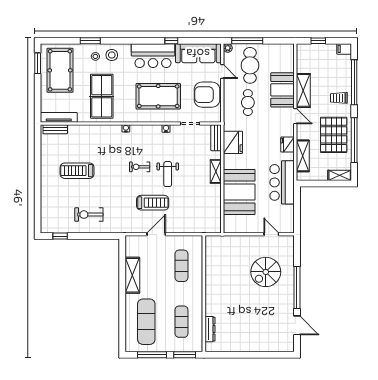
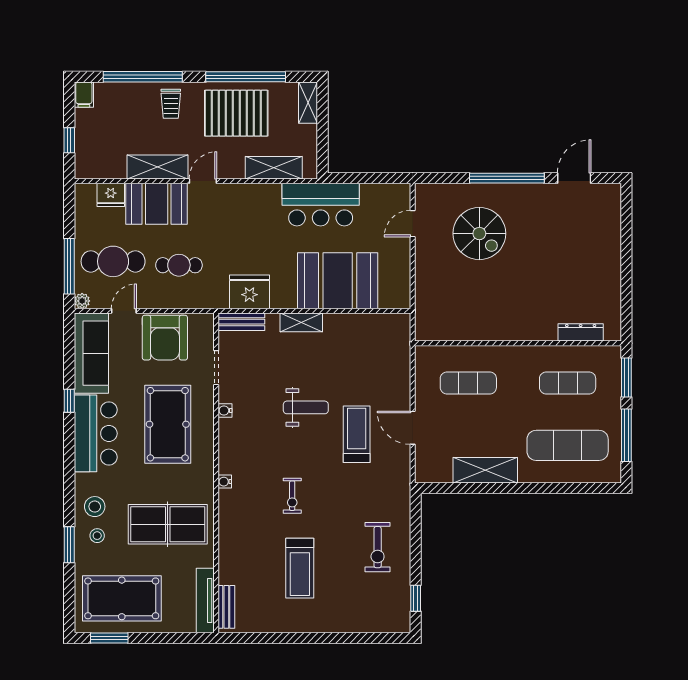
fridge: (288, 145) -> (111, 195), moved
exercise bike: (140, 167) -> (292, 496), moved

